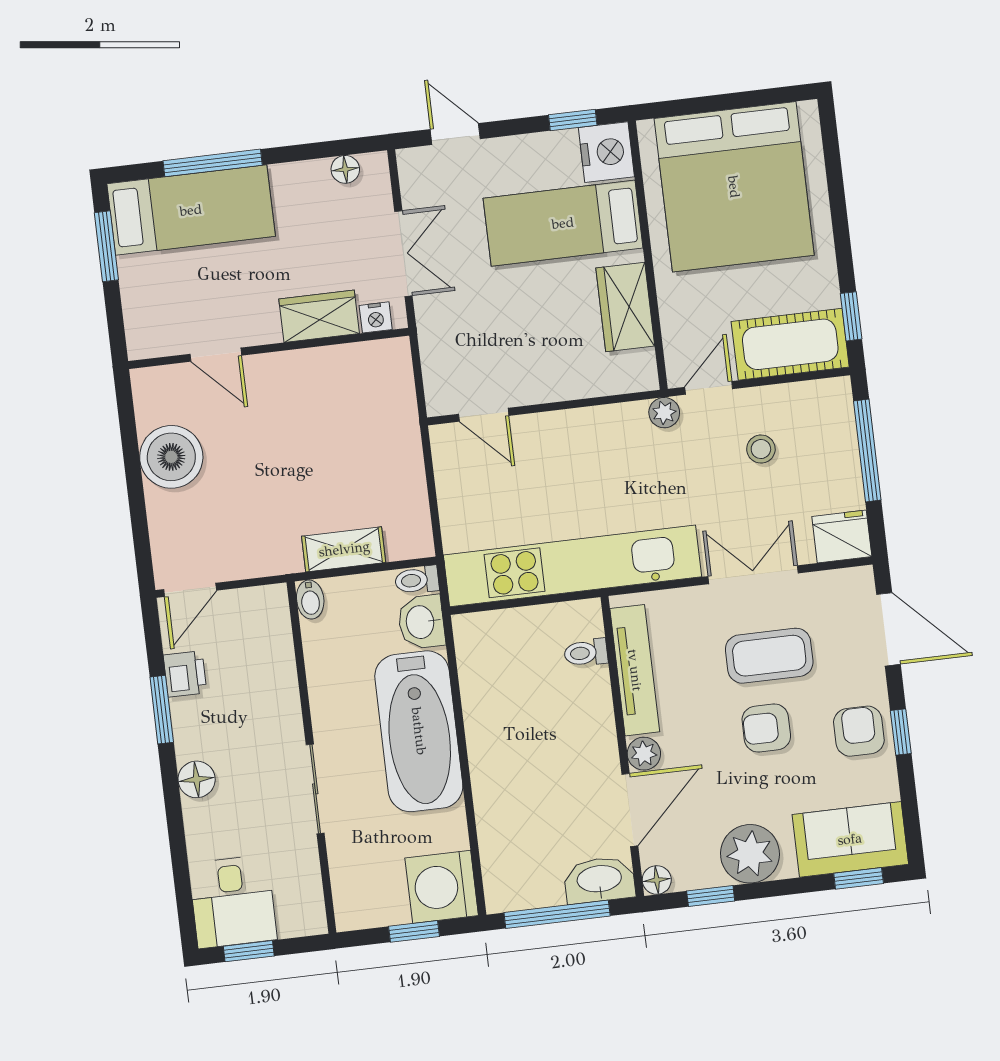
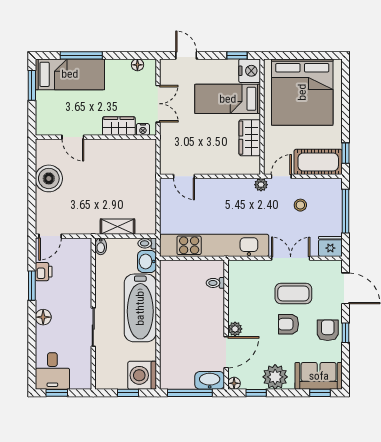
tv unit: (635, 670) -> (235, 293), removed

